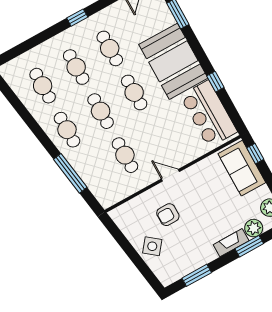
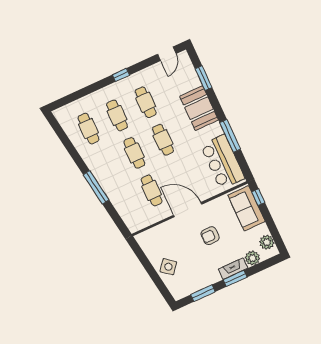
booth: (173, 61) -> (199, 108), width x0.73, depth x0.70
window: (215, 82) -> (230, 136), width x2.17
cafe table: (67, 130) -> (106, 166), removed
window: (70, 173) -> (96, 187), moved
door: (170, 175) -> (188, 210), width x1.88
armchair: (168, 215) -> (210, 236), moved
window: (249, 246) -> (235, 278), moved

